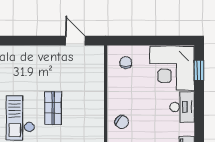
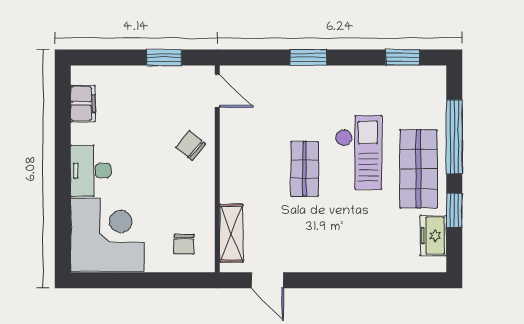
shelving: (97, 69) -> (231, 233), added
window: (199, 70) -> (63, 231), removed

